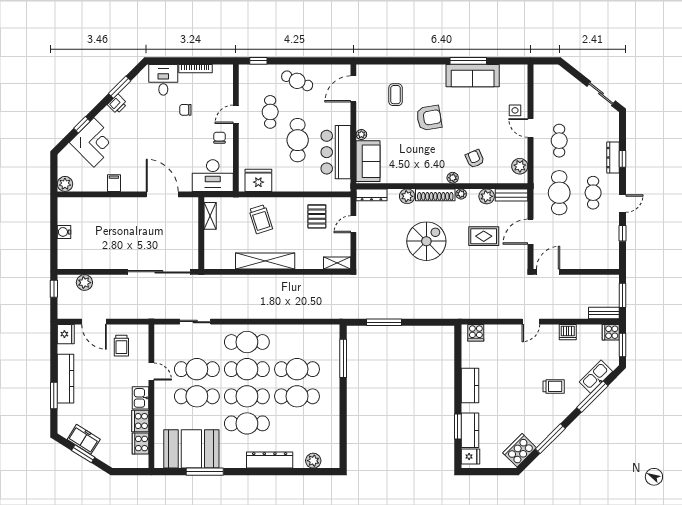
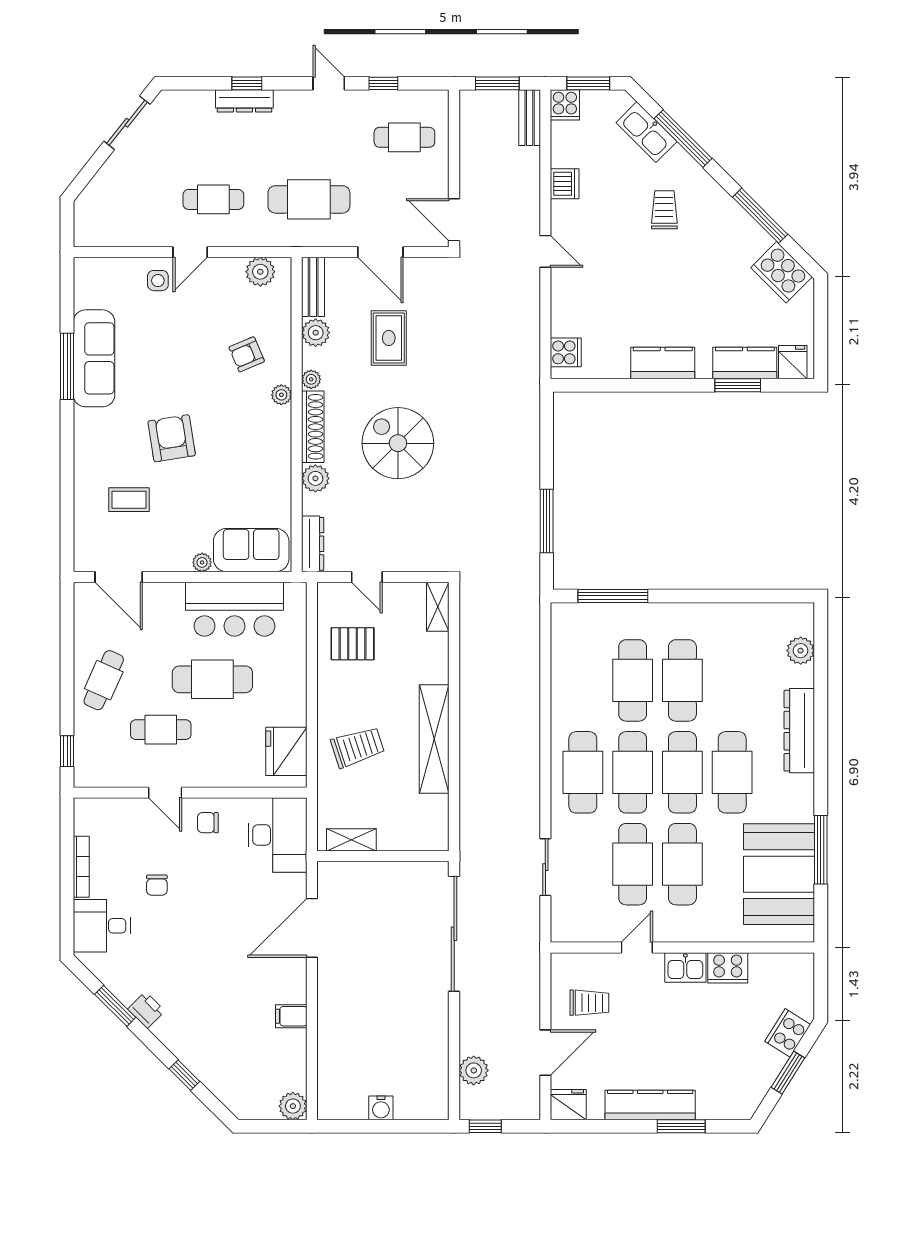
corner desk: (94, 142) -> (217, 1053), removed
cafe table: (593, 193) -> (404, 137), moved
freezer: (84, 439) -> (761, 1072), removed
cooker: (141, 444) -> (788, 1033), moved, turned 122

